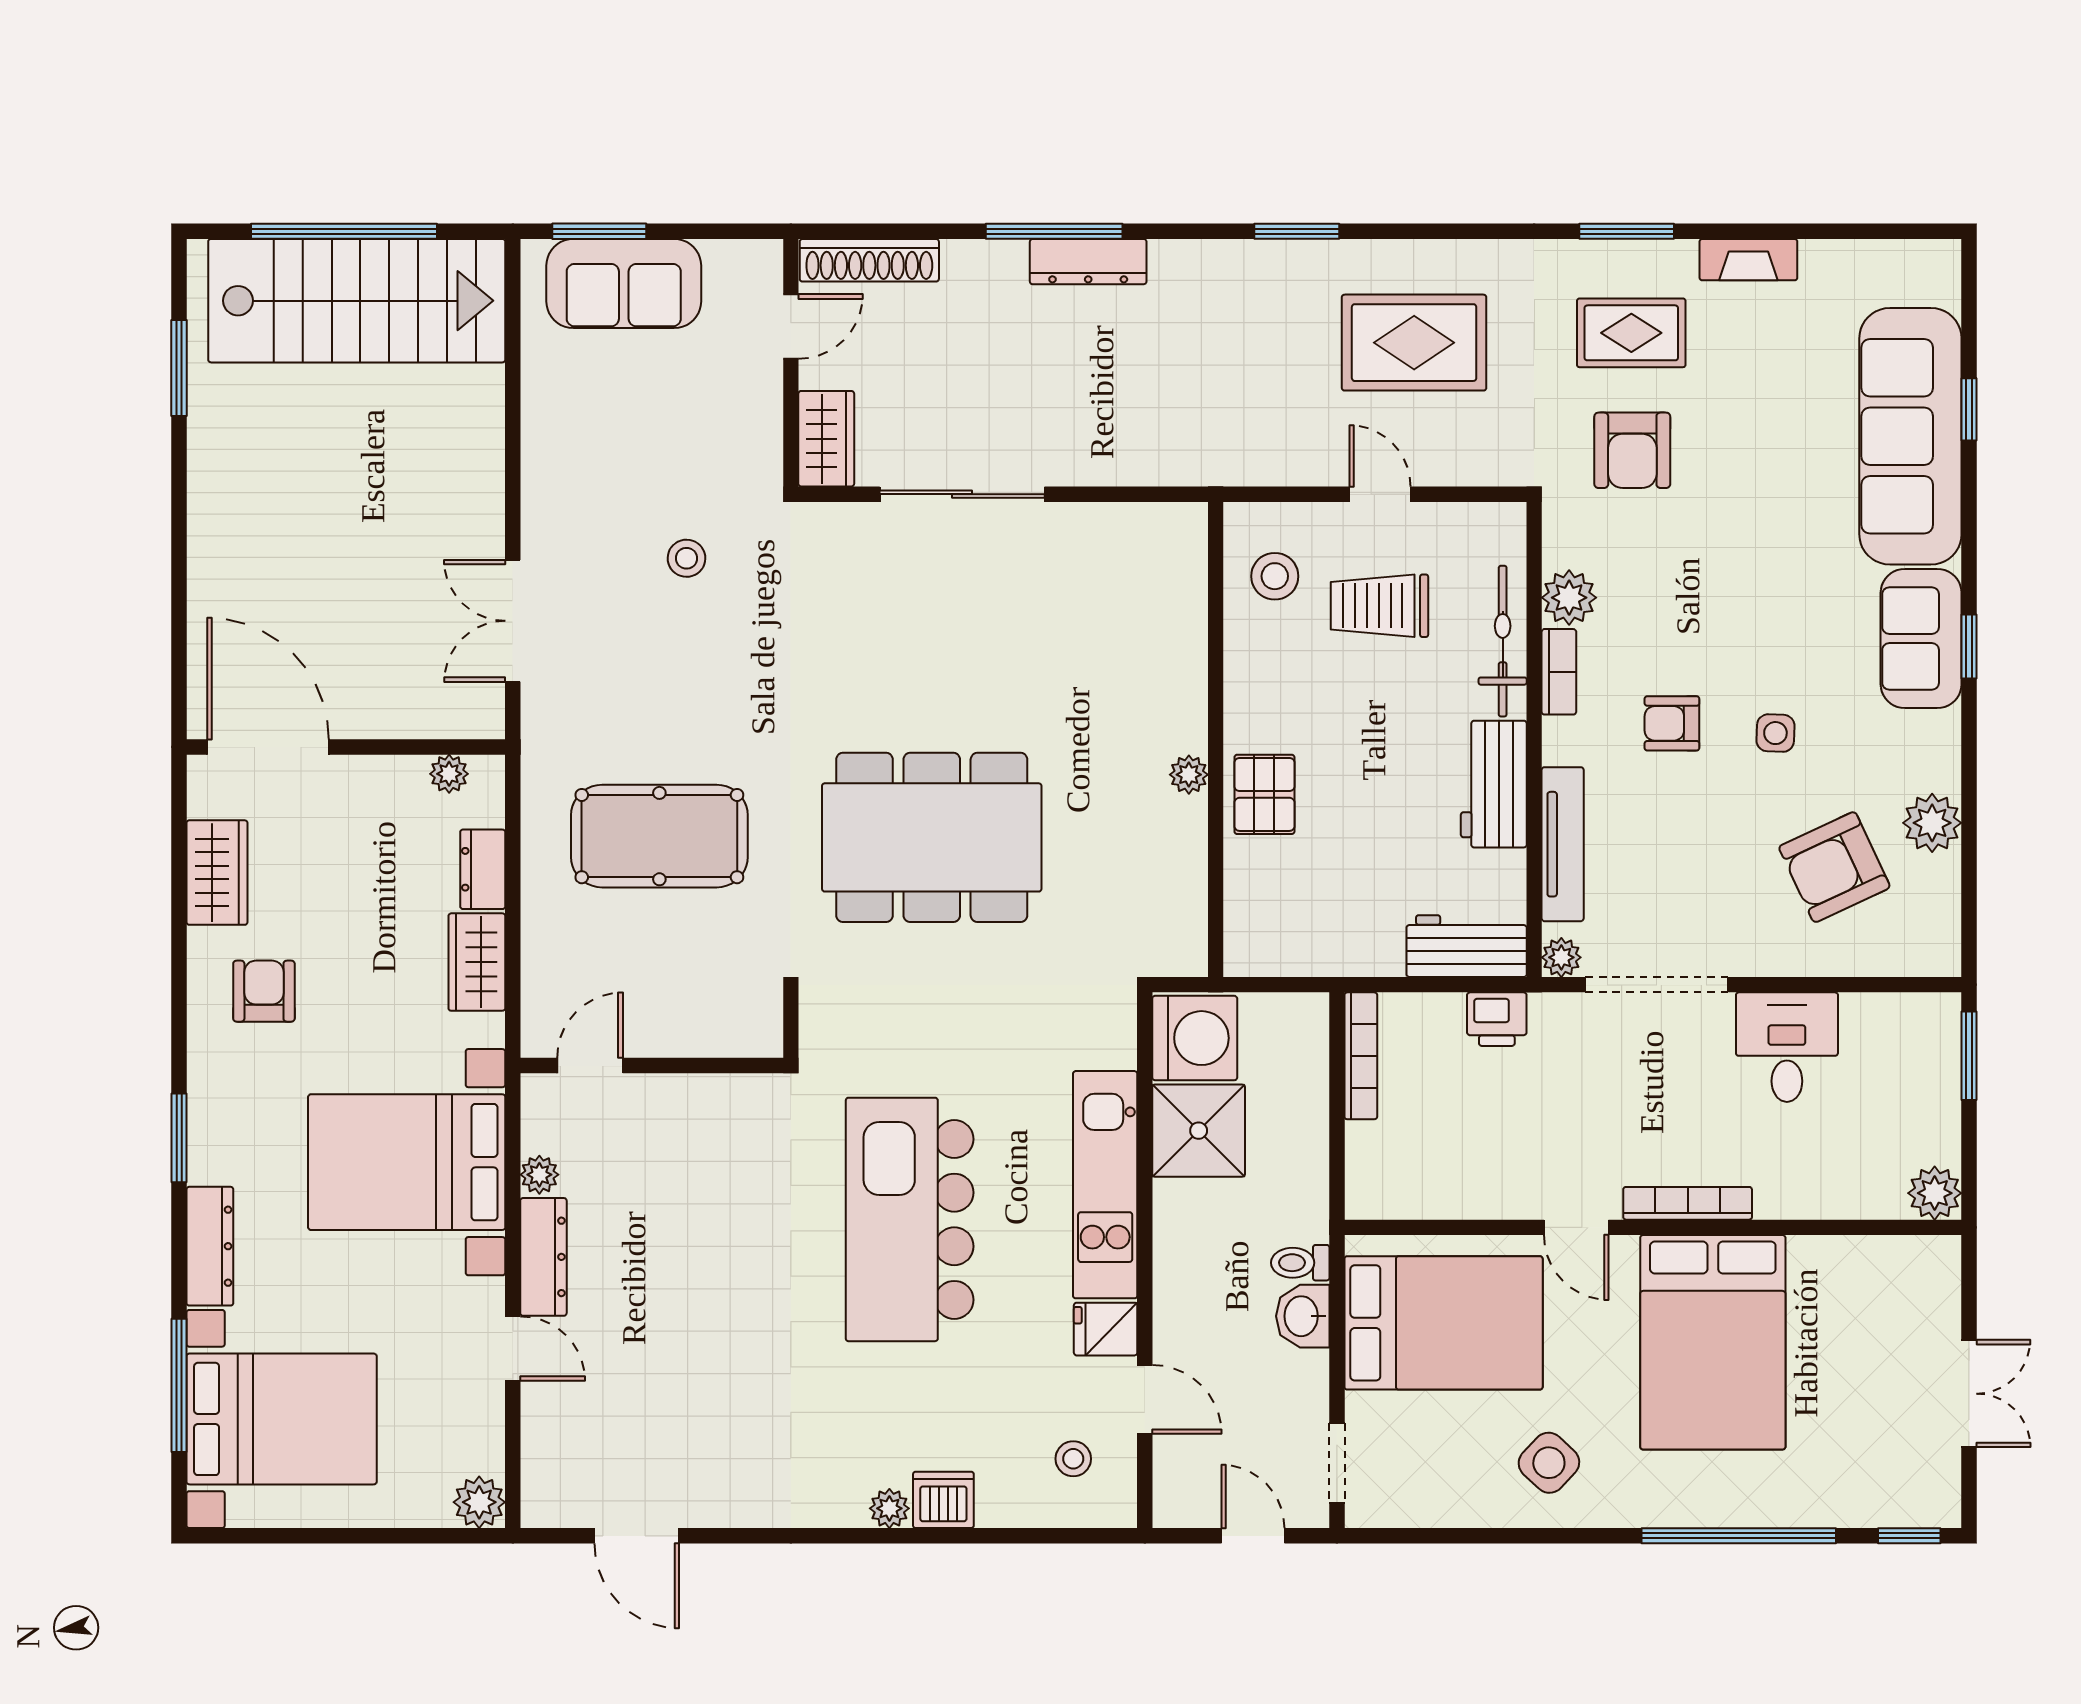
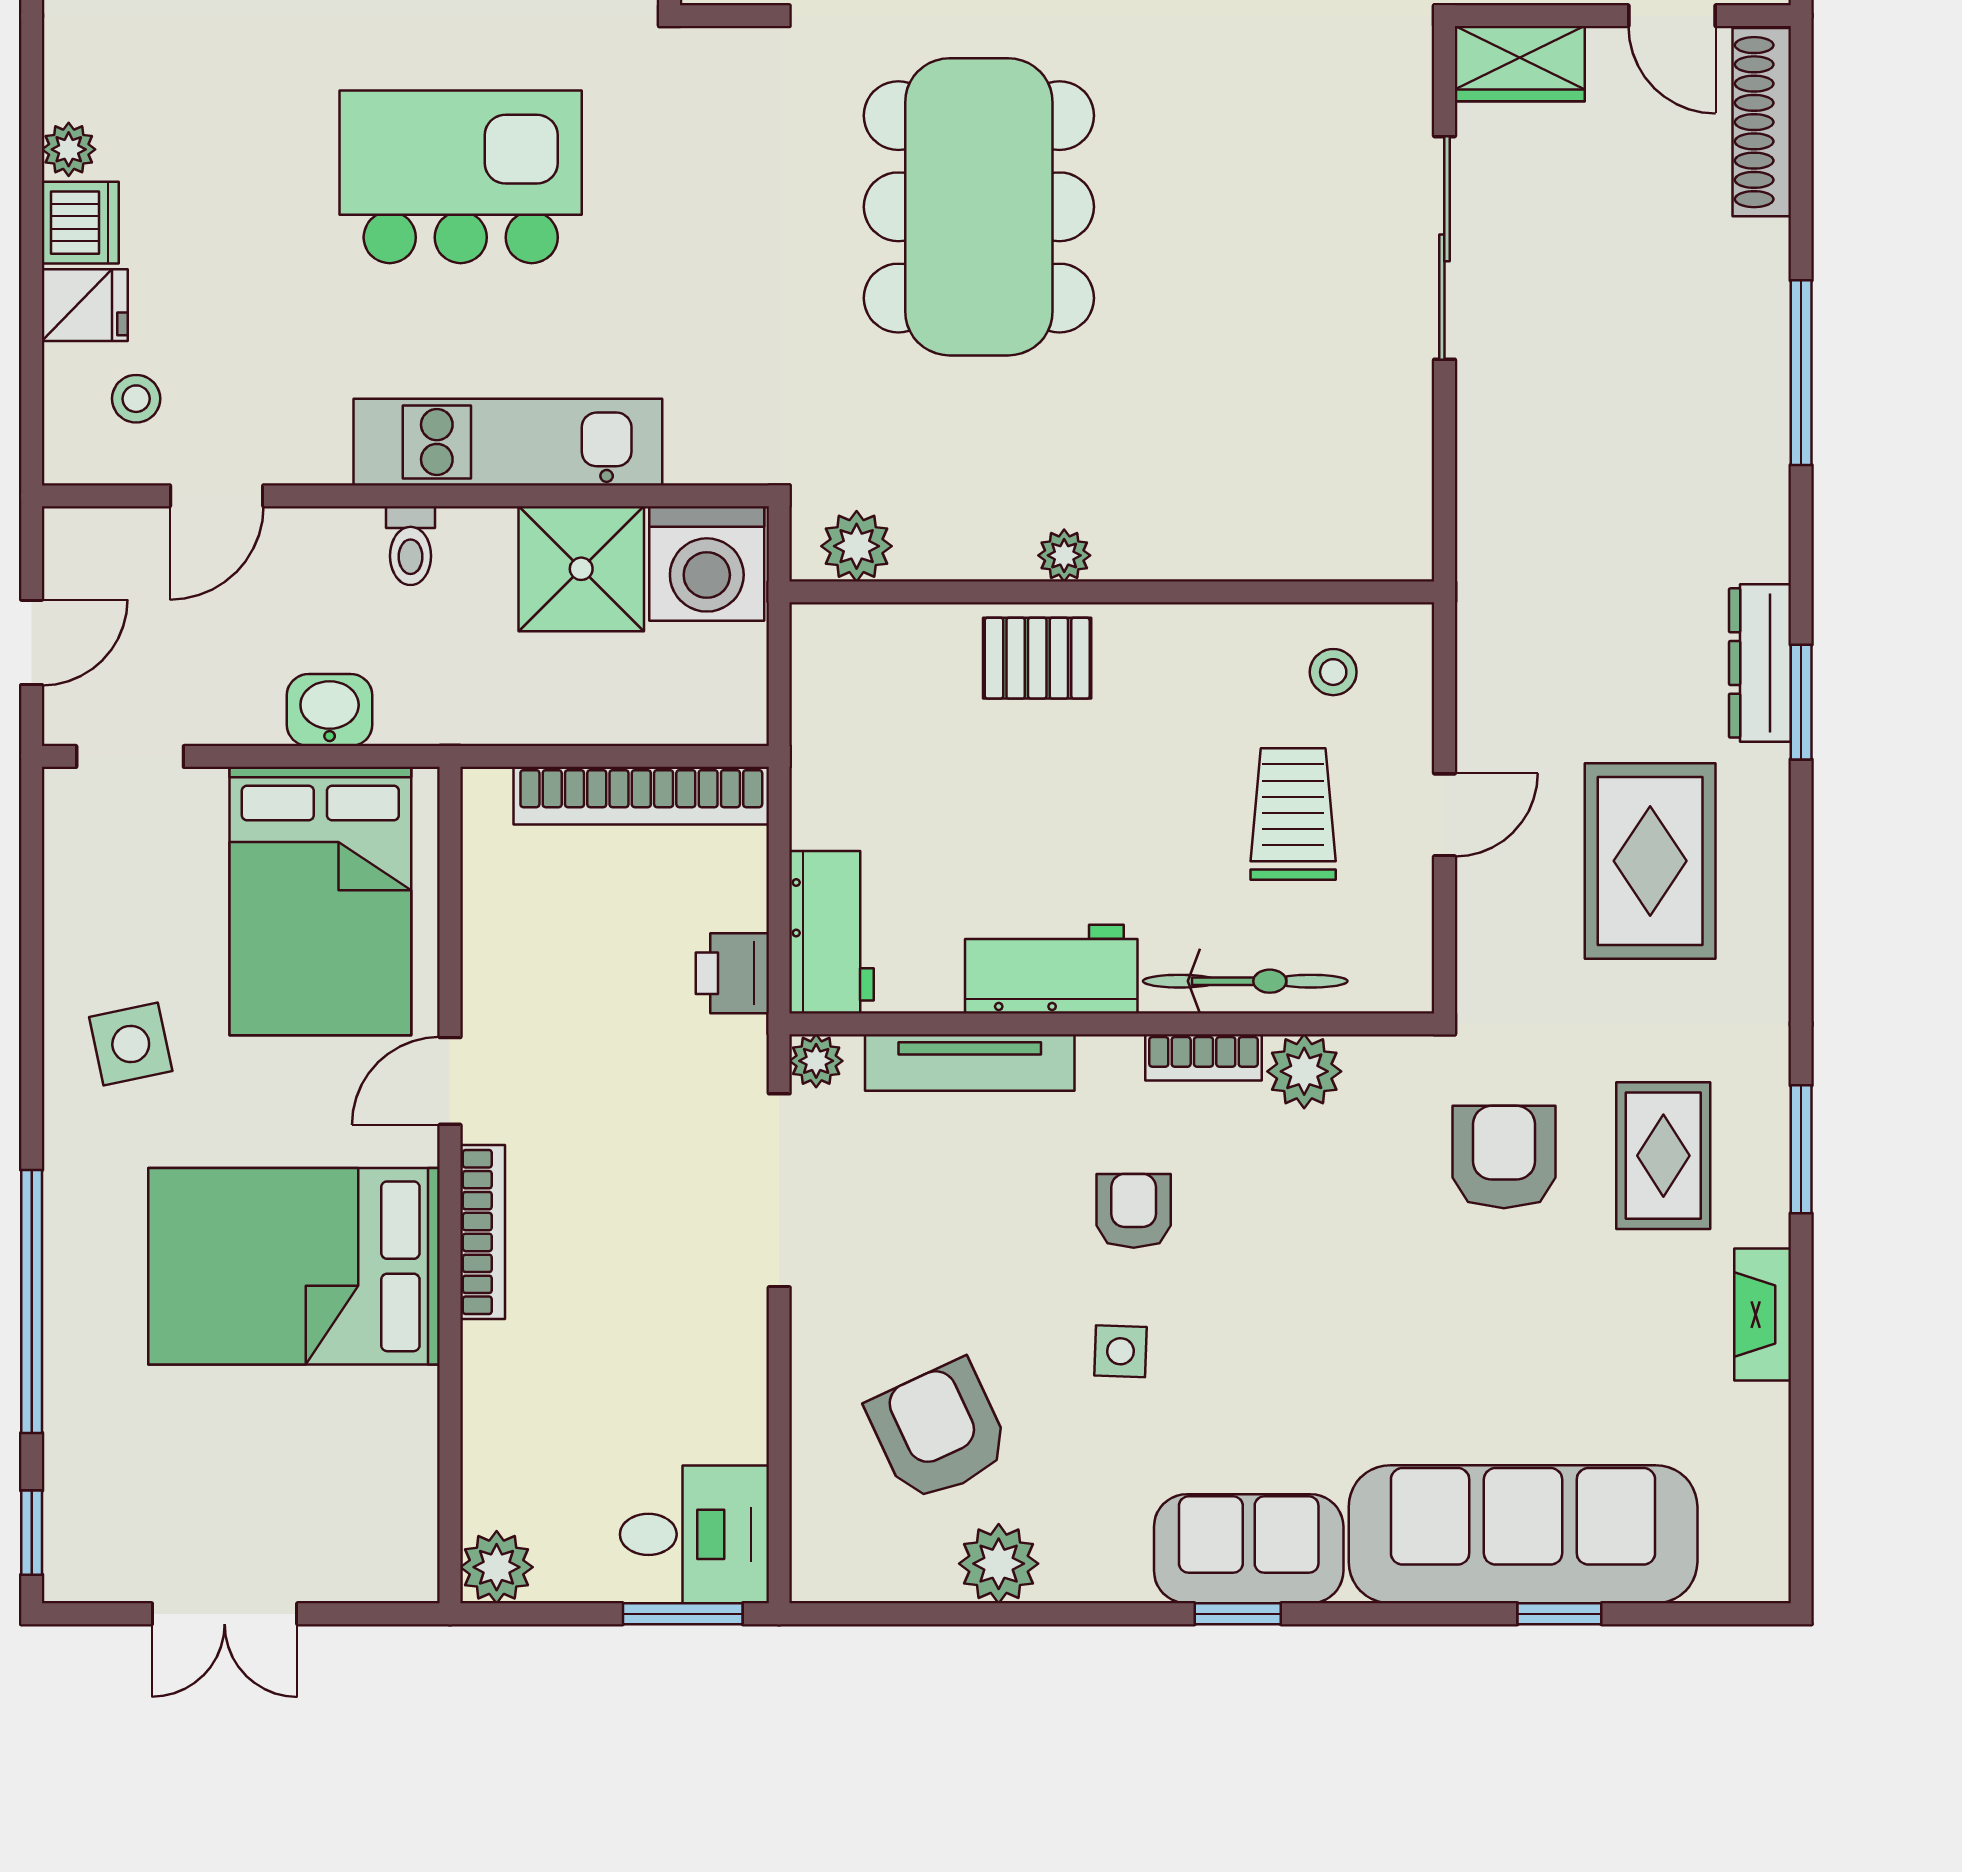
dresser: (1088, 262) -> (1760, 663), moved
armchair: (1632, 450) -> (1504, 1157), turned 90
stool: (1275, 576) -> (1333, 672), width x0.73, depth x0.73
plant: (1182, 928) -> (857, 546), added
desk: (1787, 1047) -> (694, 1534), moved
bookcase: (1361, 1056) -> (641, 796), width x1.48, depth x1.31
kitchen island: (910, 1219) -> (461, 177), width x0.73
toilet: (1300, 1263) -> (411, 546), moved, turned 180
fridge: (1106, 1329) -> (85, 305), moved, turned 90
side table: (1549, 1463) -> (131, 1044), turned 35

